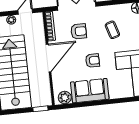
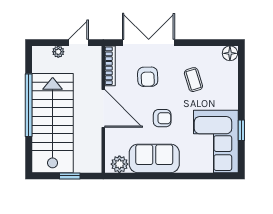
armchair: (79, 31) -> (148, 77), turned 88
door: (49, 58) -> (103, 109), hinge flipped
window: (40, 109) -> (70, 176), moved

